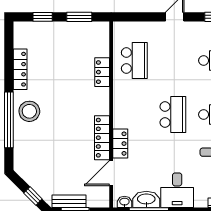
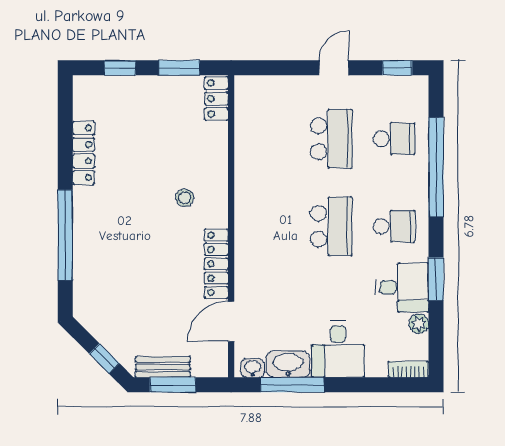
school desk: (134, 61) -> (331, 139), moved
locker: (102, 72) -> (216, 98), moved
stool: (29, 111) -> (185, 198), moved, width x0.53, depth x0.53
locker: (120, 144) -> (246, 273), removed

